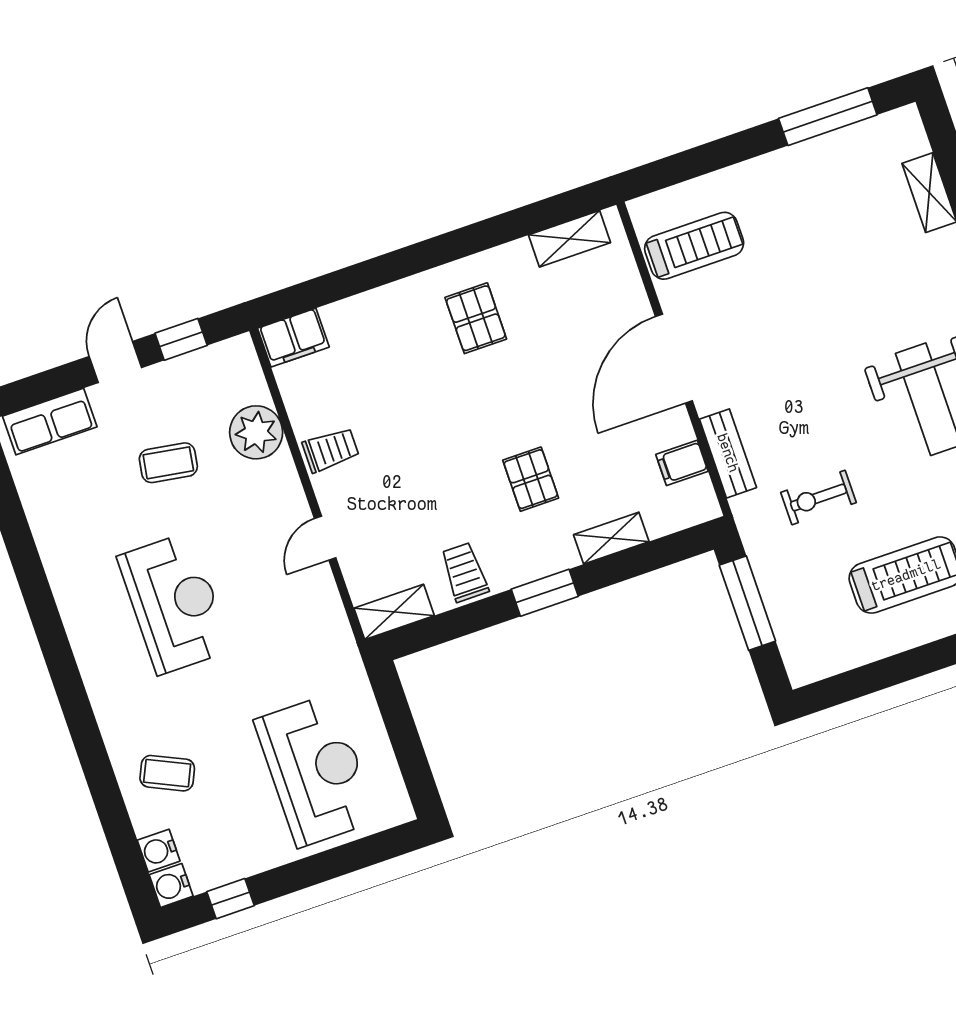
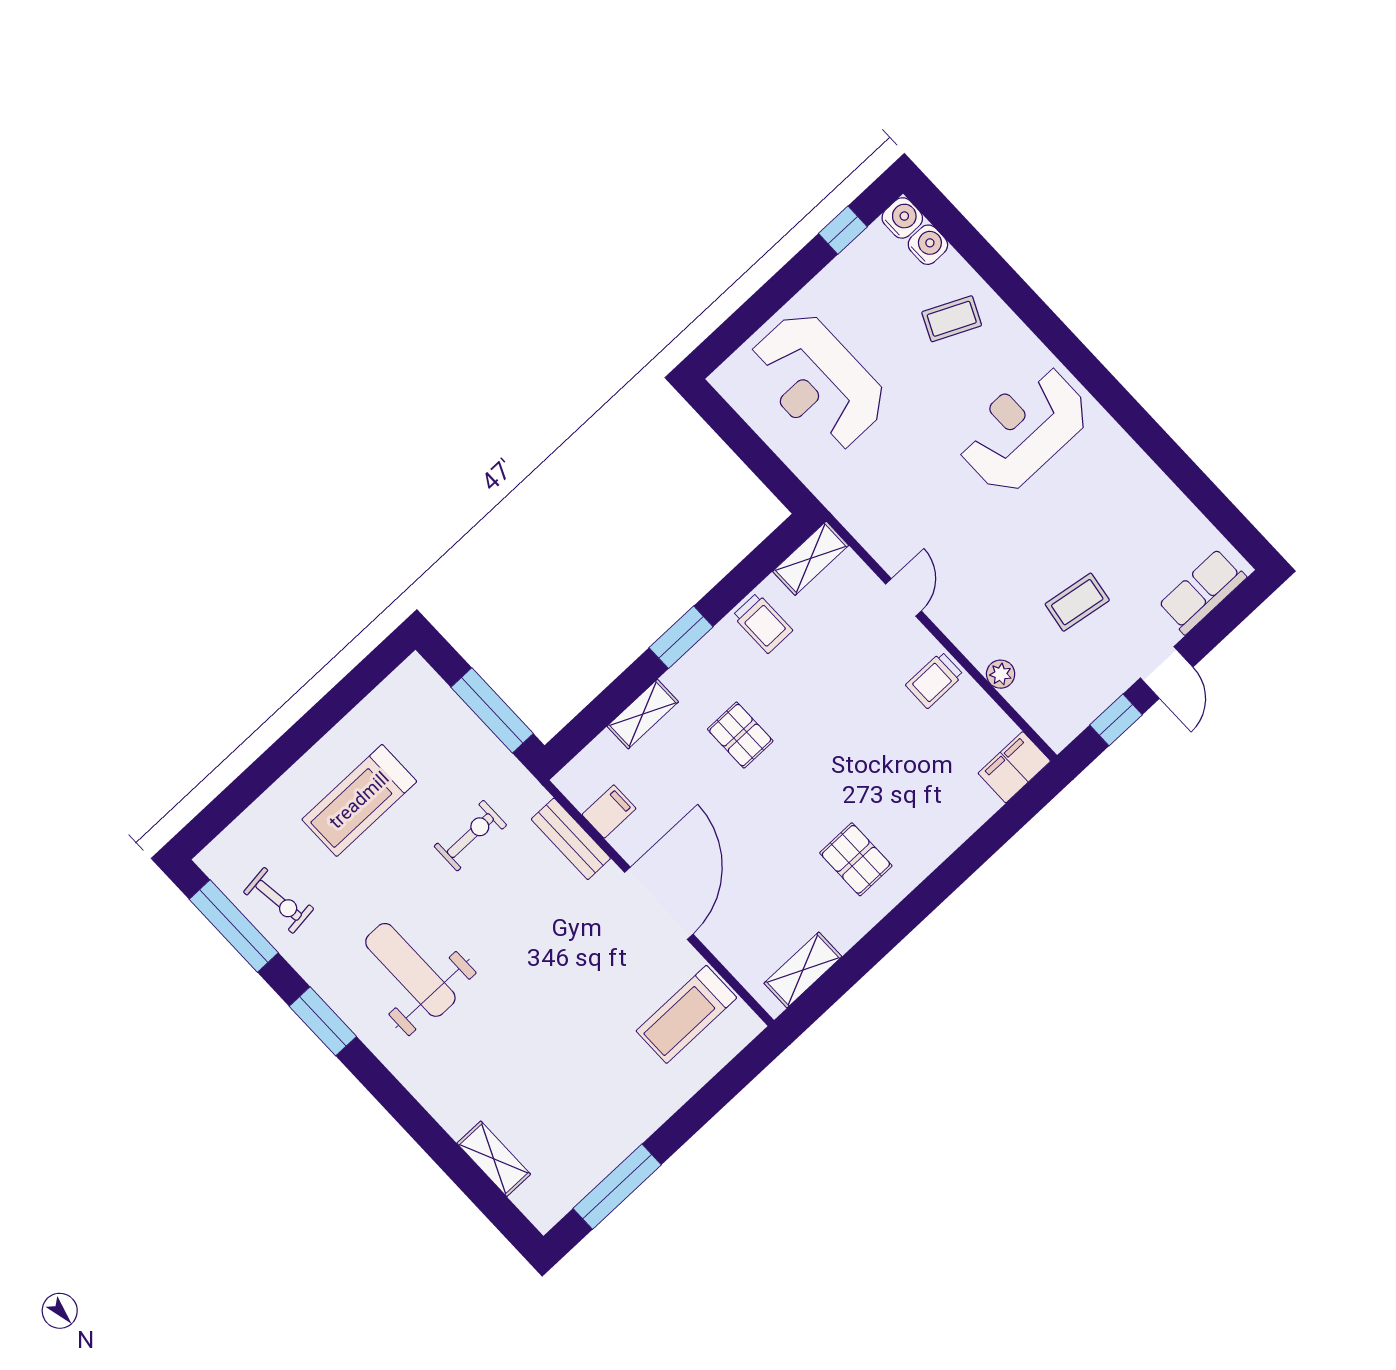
plant: (256, 432) -> (1001, 674), width x0.53, depth x0.53
reception desk: (174, 603) -> (1023, 429), moved, turned 90

